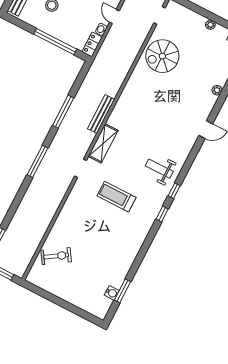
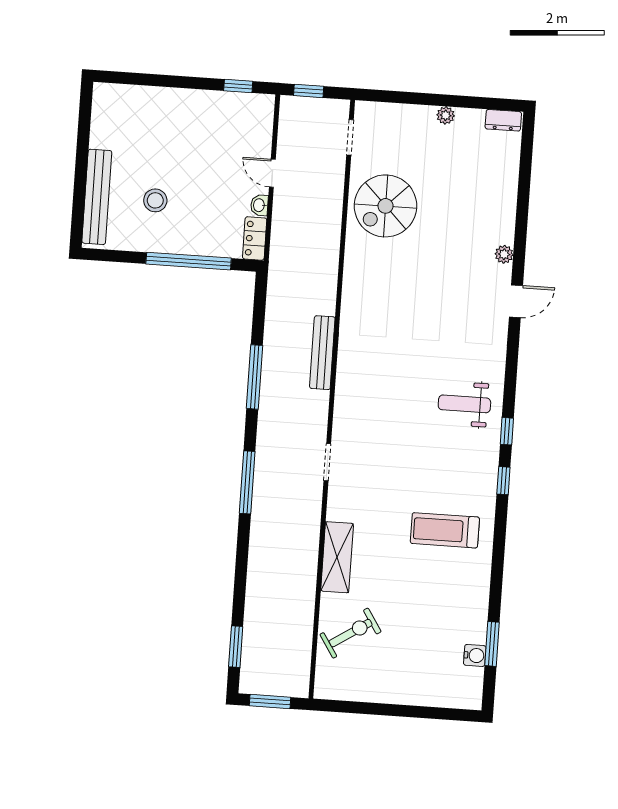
plant: (217, 90) -> (504, 254), moved
shelving: (103, 143) -> (337, 557), moved
treadmill: (116, 197) -> (445, 530), moved

